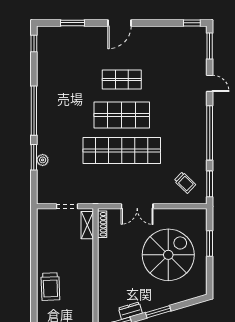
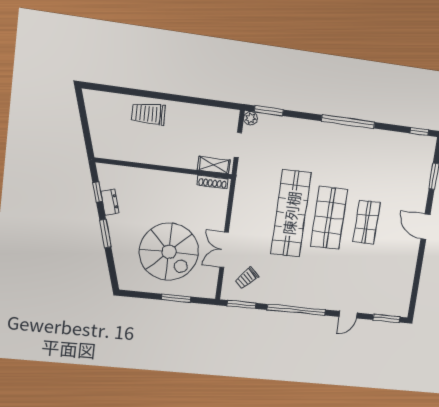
window: (192, 23) -> (413, 302), removed
window: (34, 157) -> (269, 111), moved
plant: (43, 160) -> (251, 118), moved
double door: (137, 206) -> (224, 250), moved

